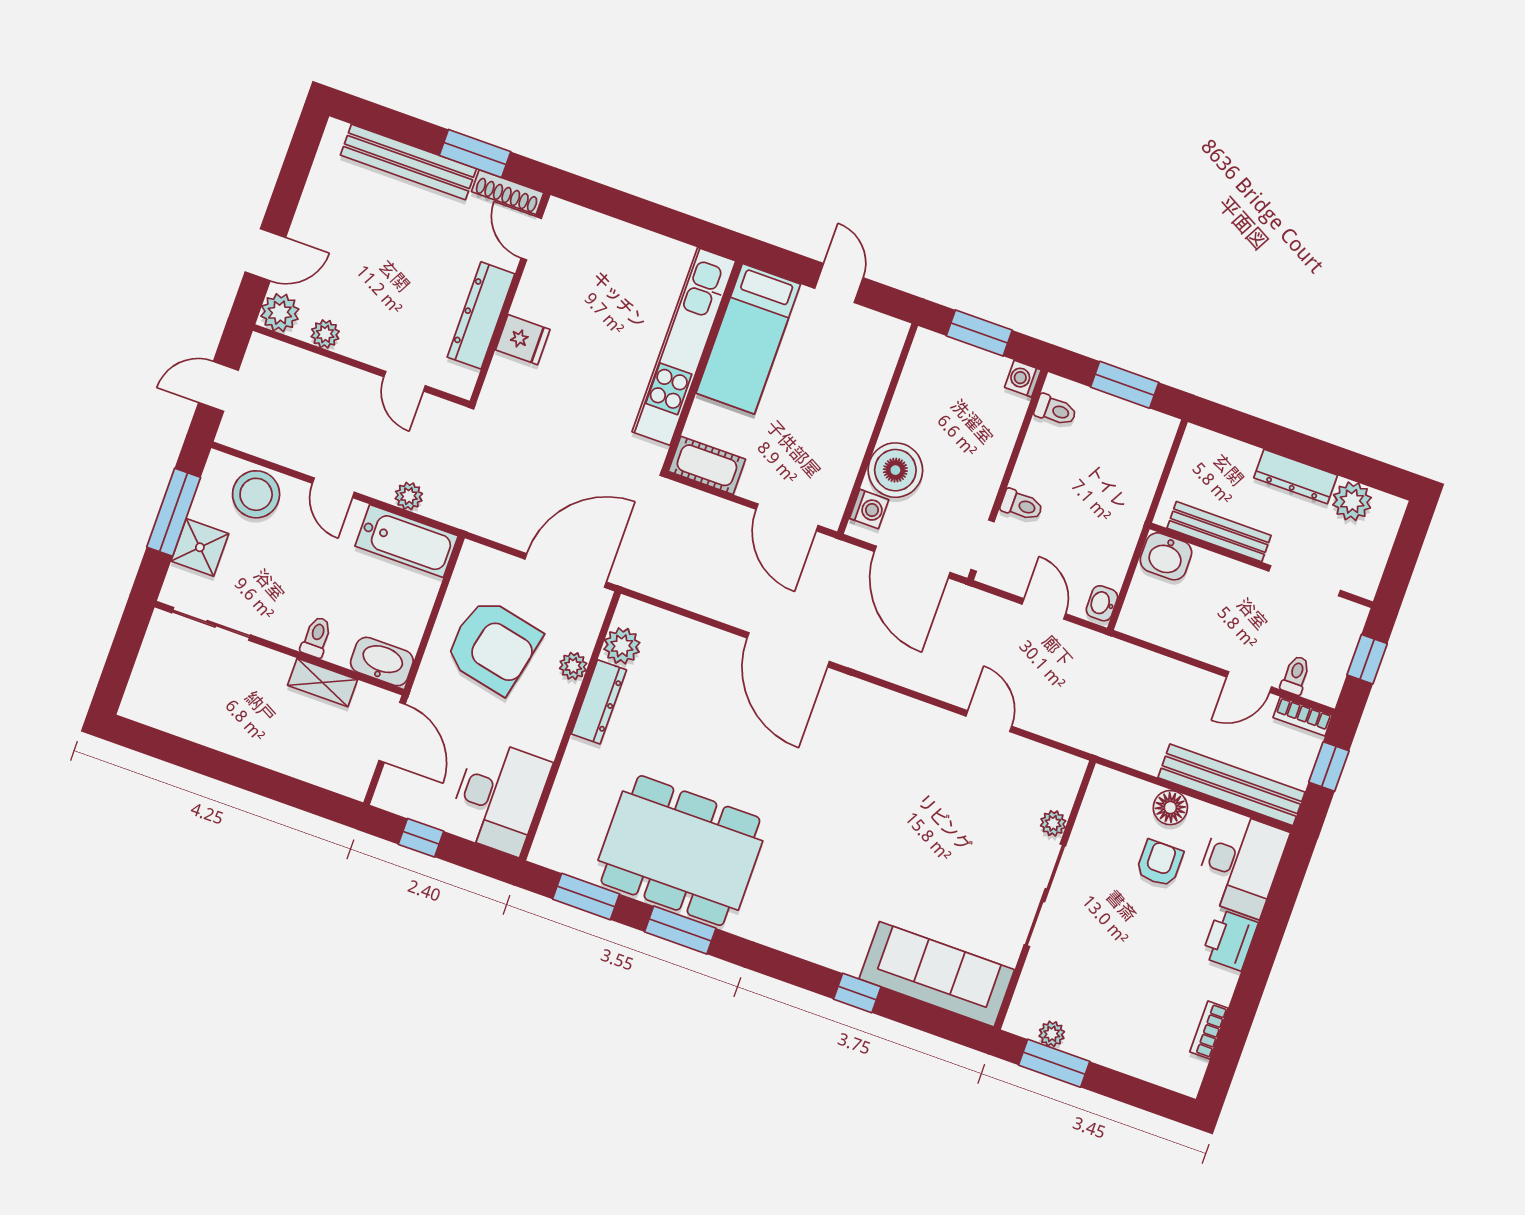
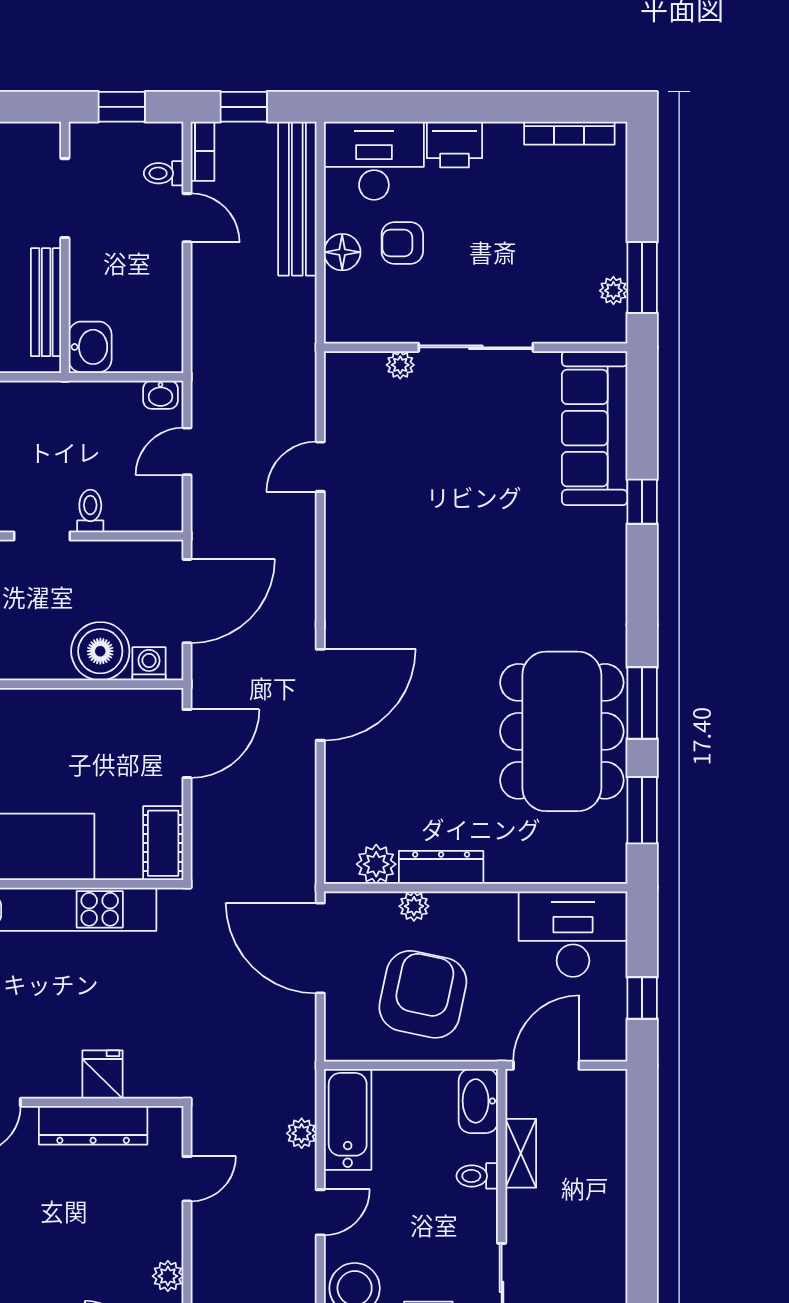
doorway: (983, 546) -> (42, 536), moved
bookcase: (1209, 1030) -> (569, 133), width x1.56

